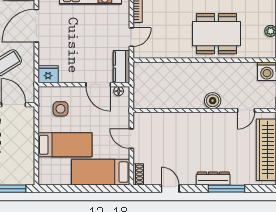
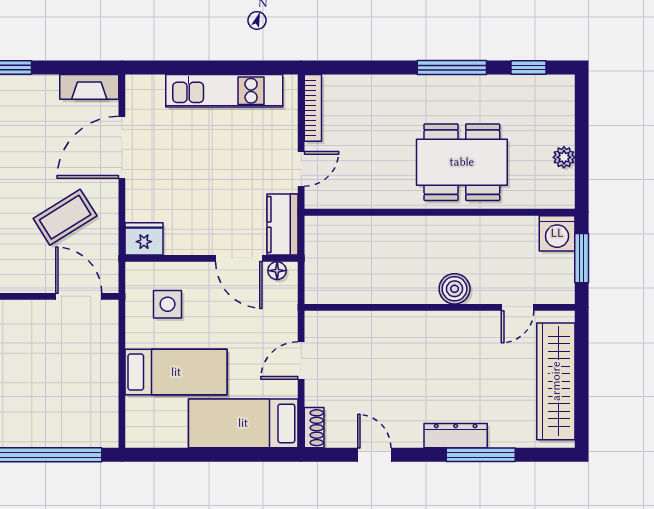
door: (131, 139) -> (301, 360), hinge flipped

